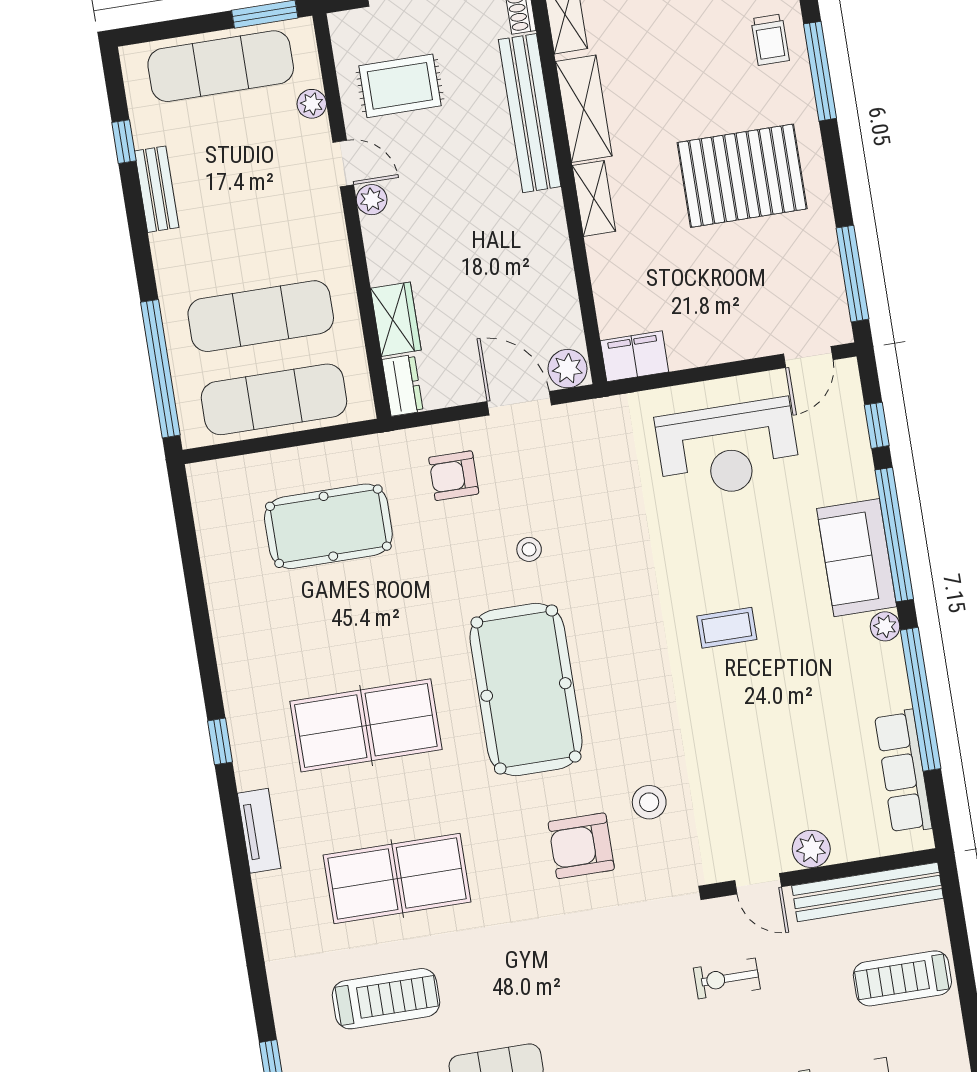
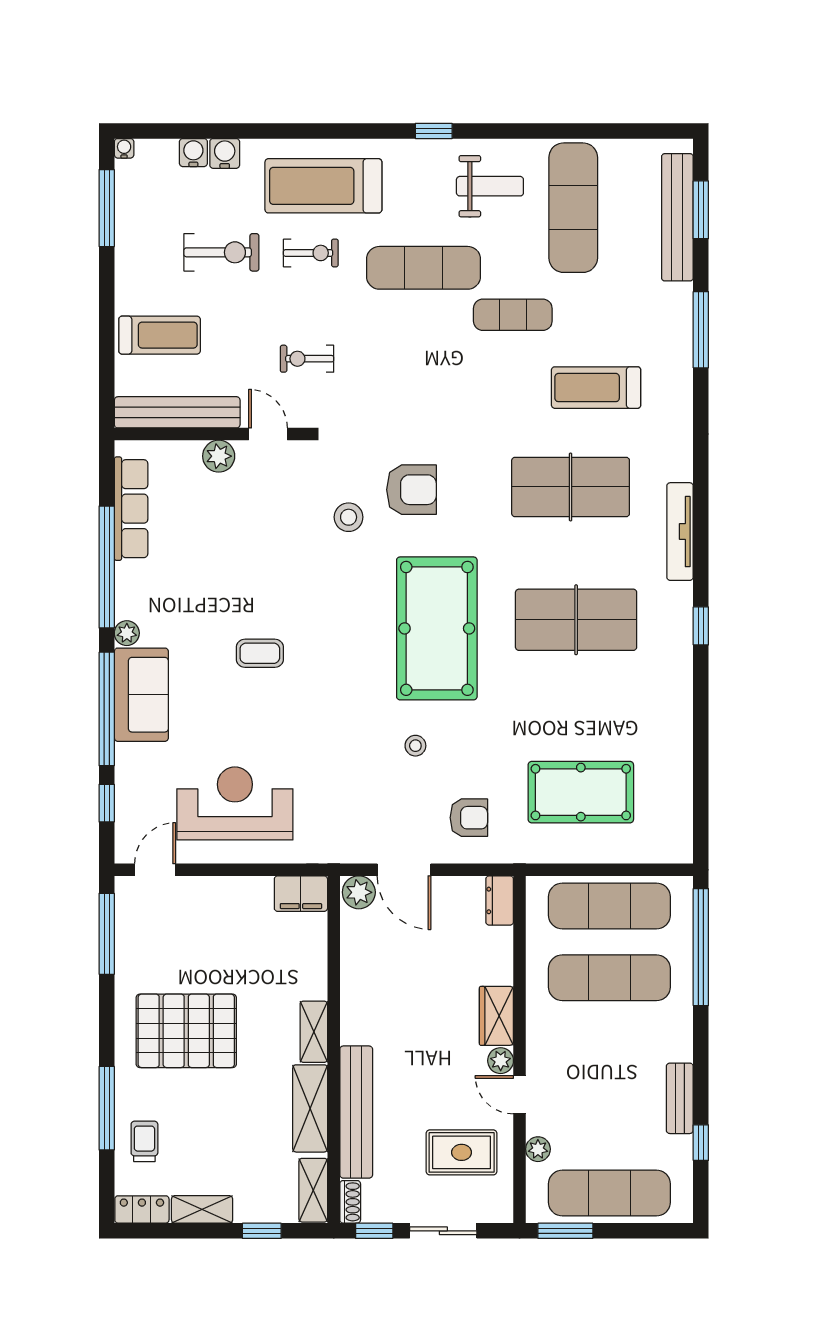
wardrobe: (396, 319) -> (496, 1016), moved
tv unit: (259, 831) -> (680, 532), width x1.41
exercise bike: (727, 978) -> (307, 359), turned 180

